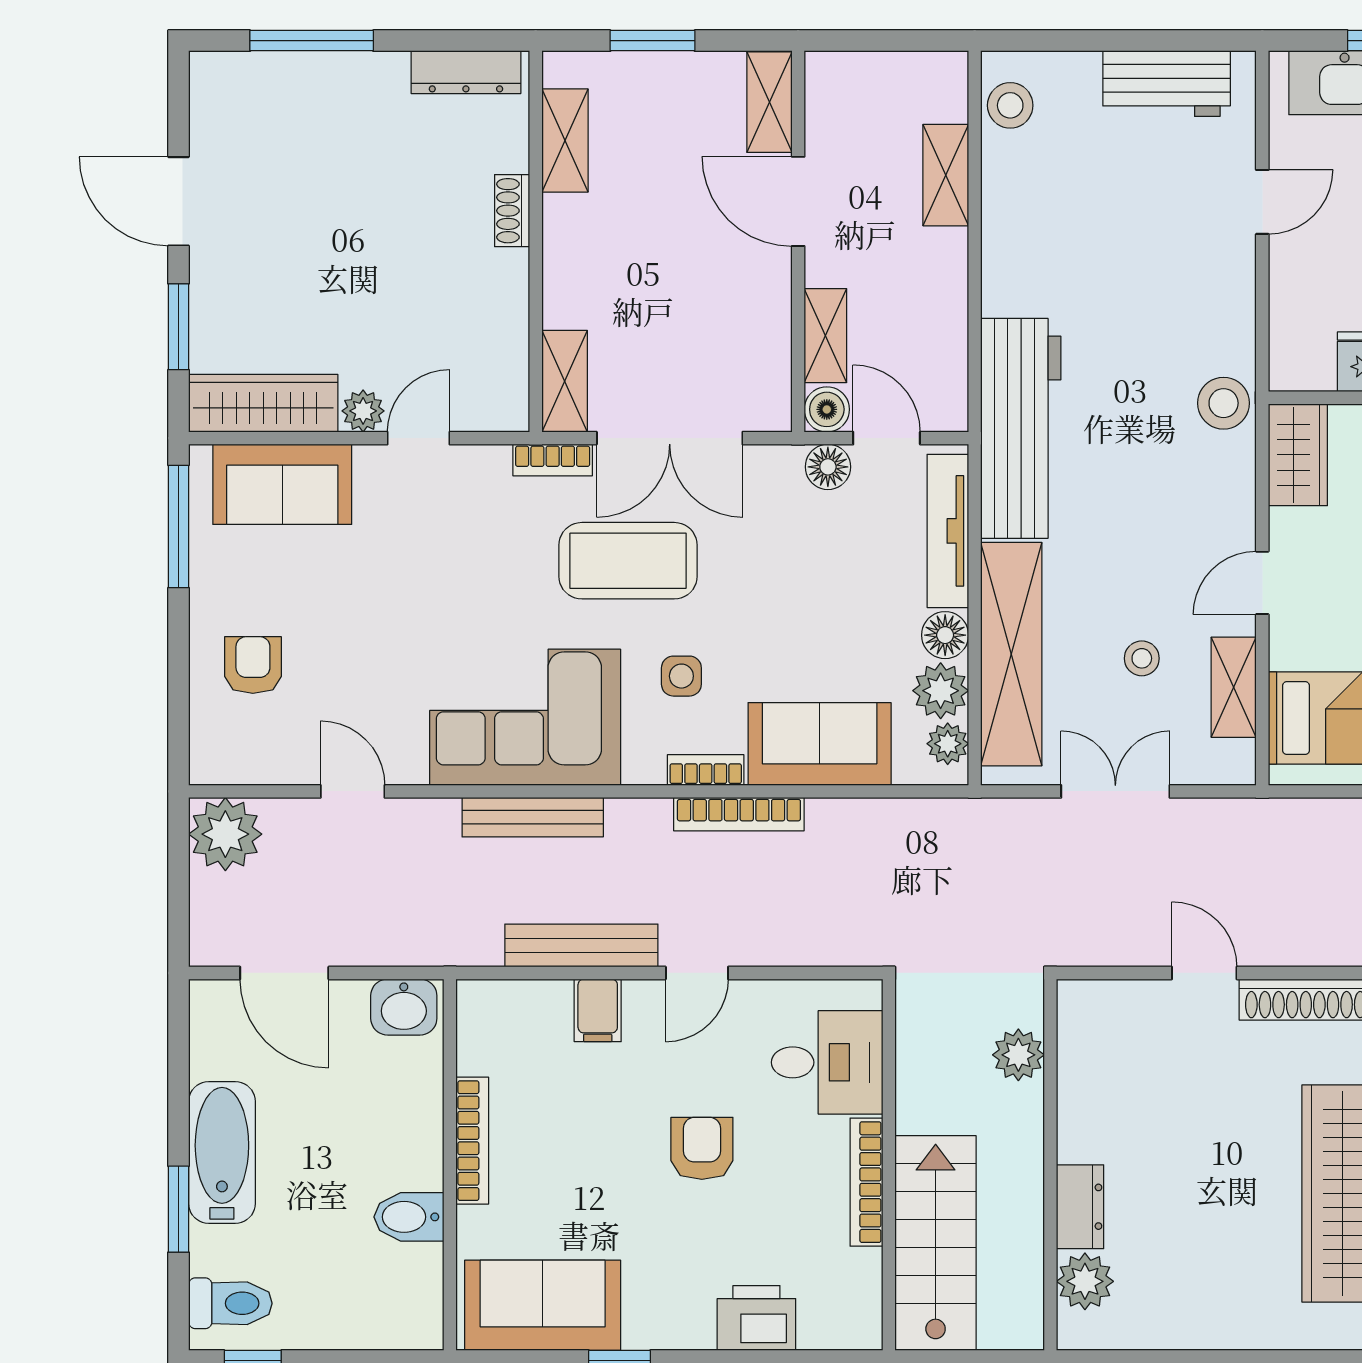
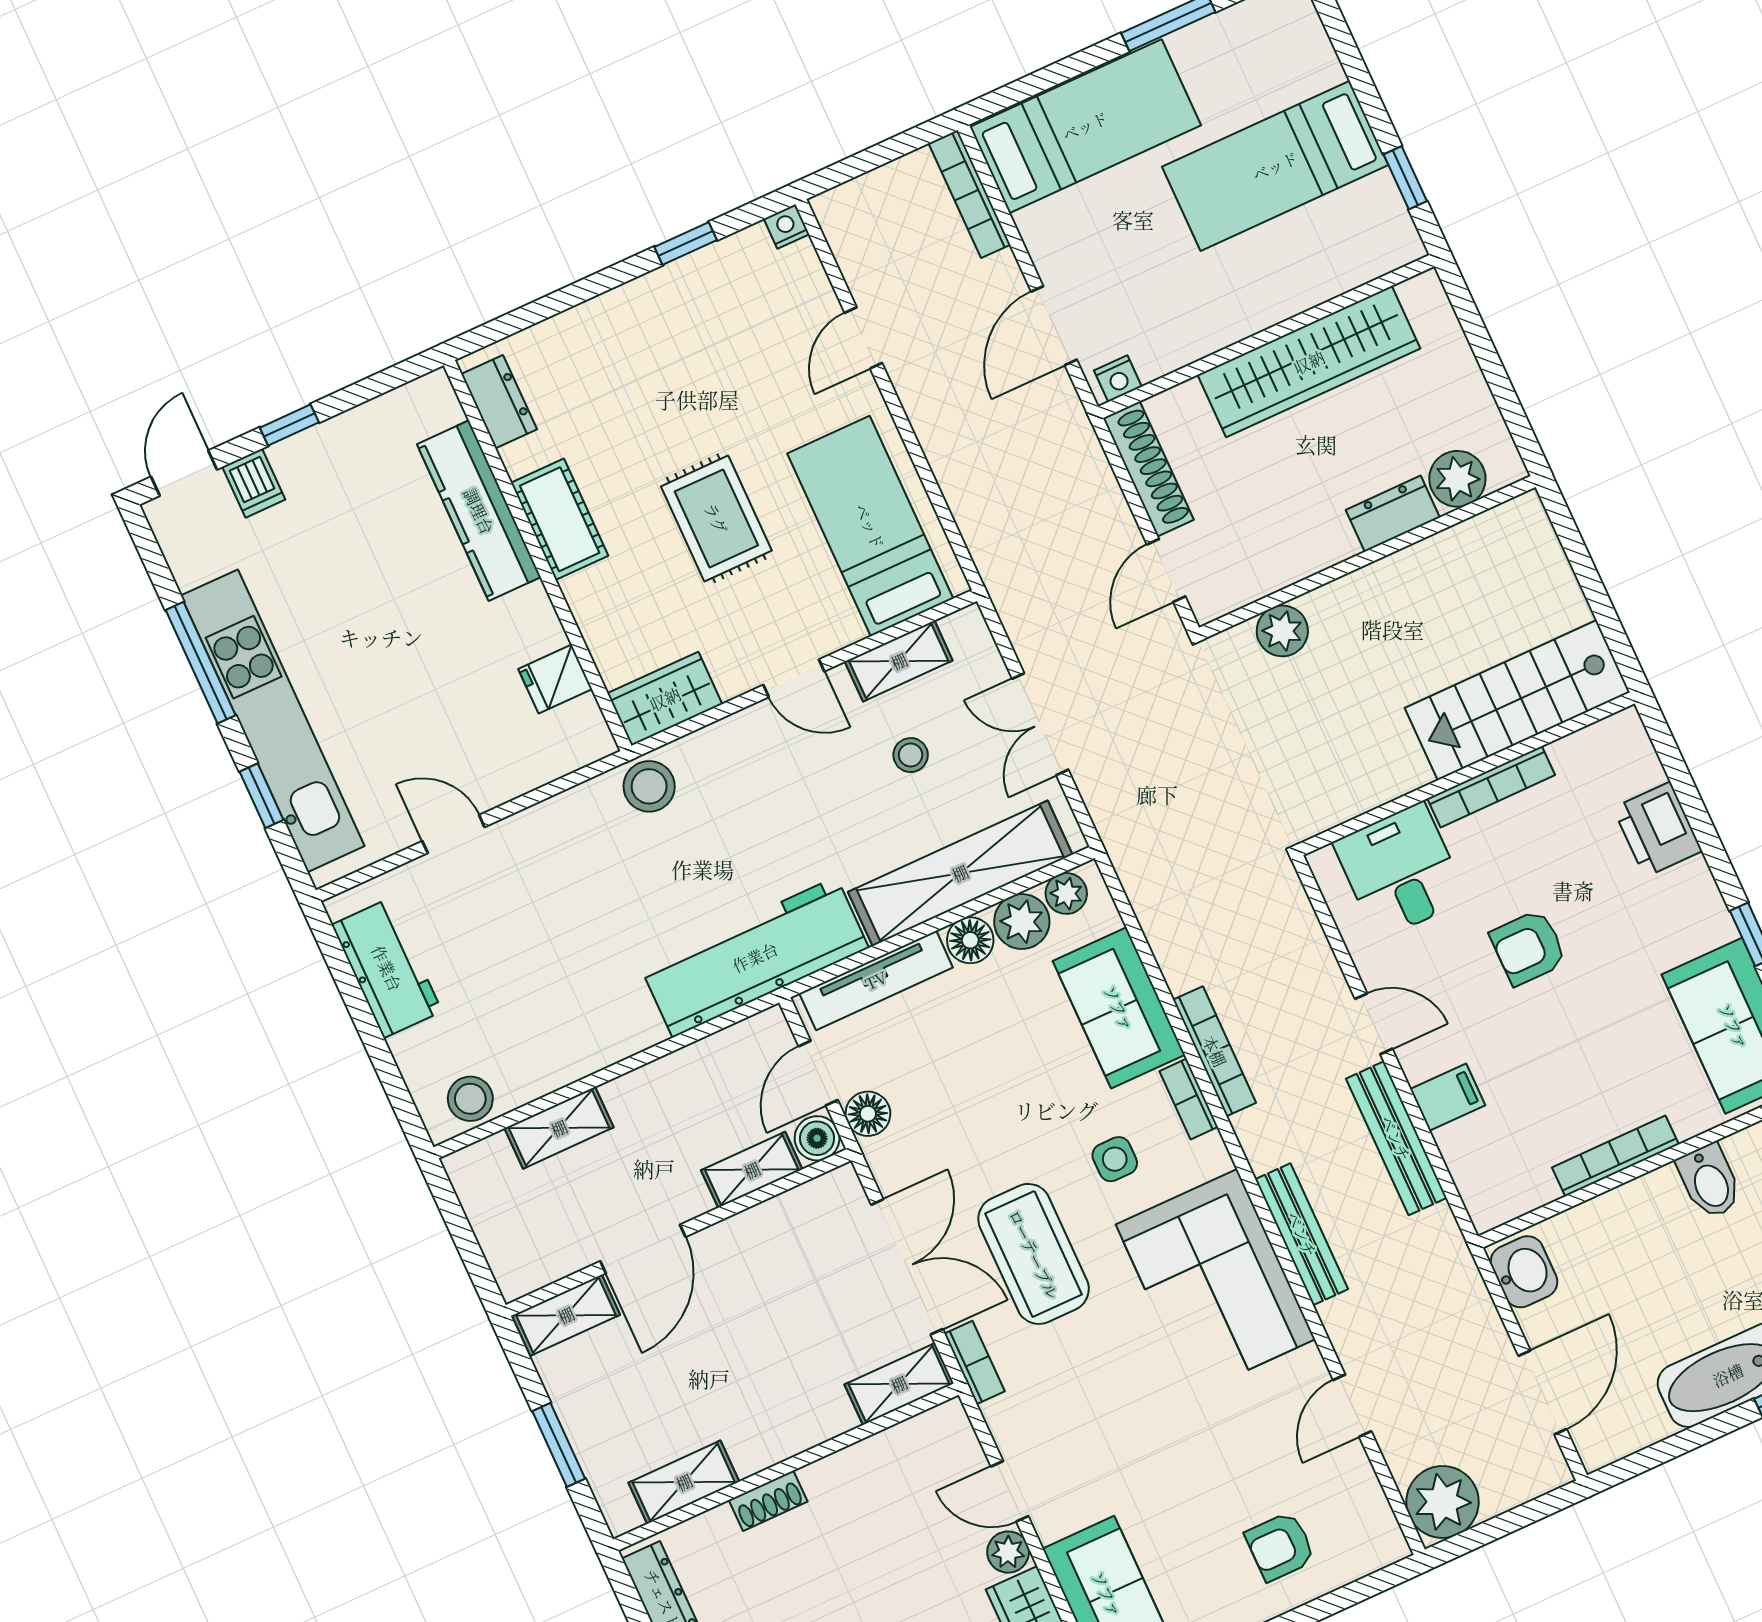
plant: (1018, 1055) -> (1282, 631), moved
wall: (1050, 1165) -> (1367, 557), moved
dresser: (1080, 1207) -> (1393, 514), moved
plant: (1085, 1281) -> (1457, 479), moved

